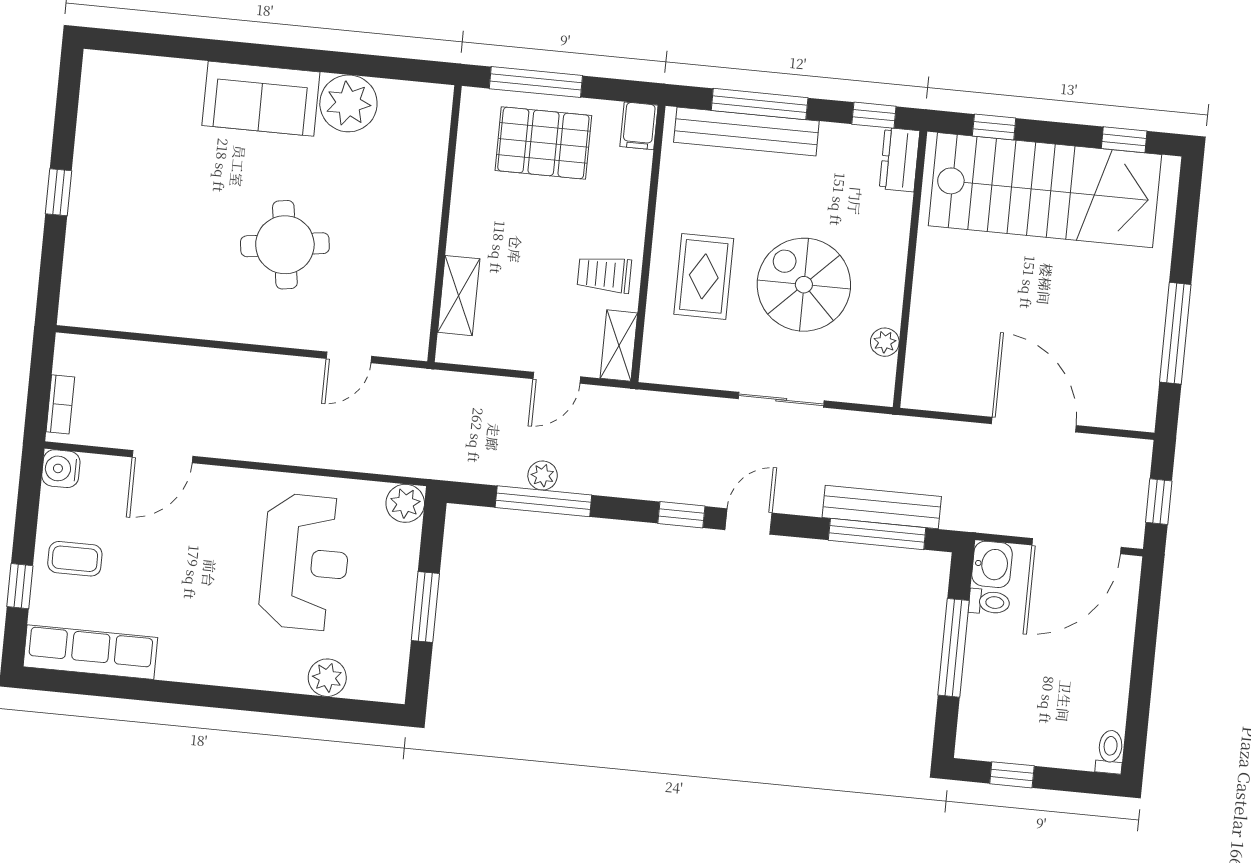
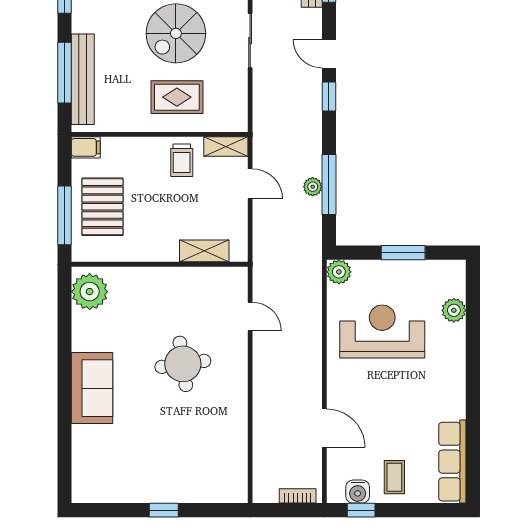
plant: (348, 103) -> (90, 292), moved
water cooler: (61, 469) -> (358, 492), moved
window: (20, 586) -> (361, 510), moved

